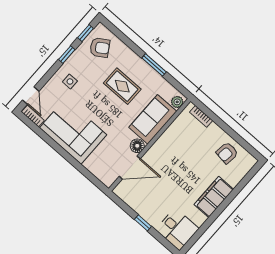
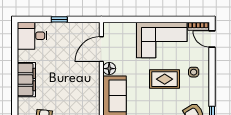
window: (67, 55) -> (212, 89), removed
rug: (122, 86) -> (165, 79), moved

